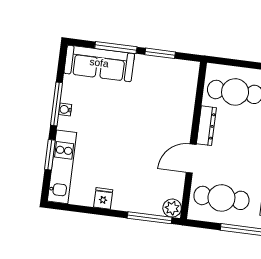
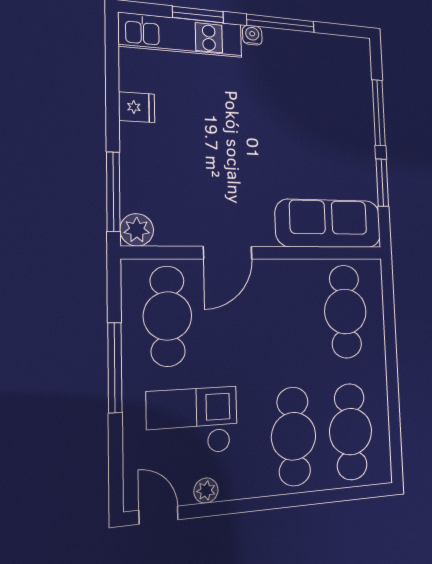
sofa: (99, 63) -> (329, 223), moved, turned 90
water cooler: (65, 110) -> (252, 35), moved
dresser: (206, 126) -> (285, 271), removed
door: (191, 159) -> (228, 253), swing flipped

